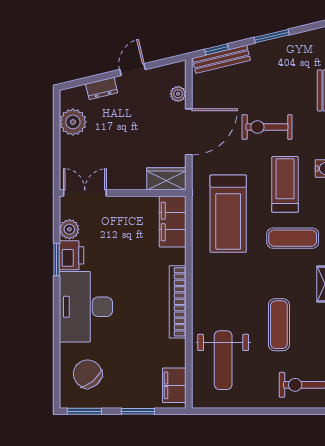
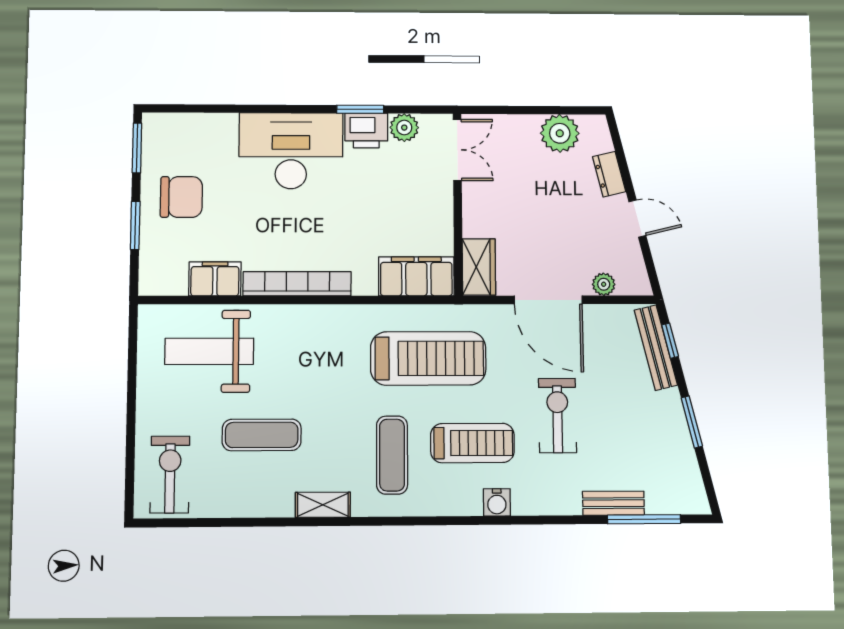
treadmill: (228, 214) -> (428, 358), turned 180
chair: (88, 374) -> (181, 197), moved, turned 40
filing cabinet: (174, 385) -> (215, 279), moved

